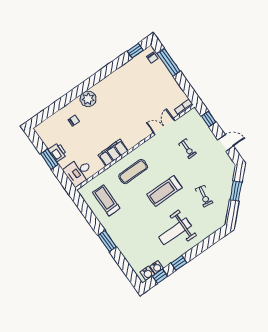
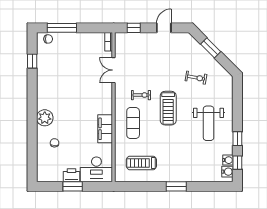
window: (135, 51) -> (32, 61), moved
exercise bike: (188, 148) -> (141, 95), moved
desk: (79, 172) -> (96, 169), width x1.37

